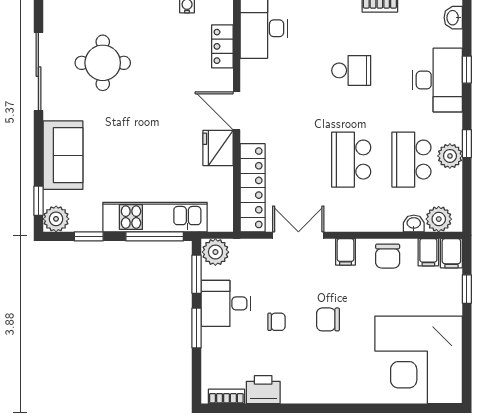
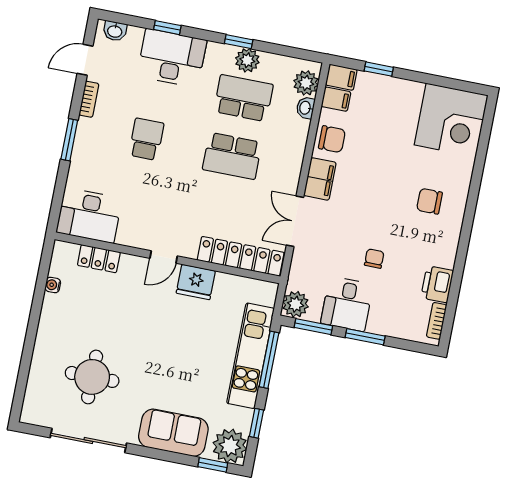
door: (237, 111) -> (164, 257), width x0.73
school desk: (411, 160) -> (243, 98), turned 180
plant: (56, 219) -> (230, 446), width x1.36, depth x1.36
filing cabinet: (345, 252) -> (320, 179), width x2.00
chair: (328, 319) -> (429, 201), moved, turned 90
corner desk: (419, 360) -> (451, 120), width x0.74, depth x0.74

